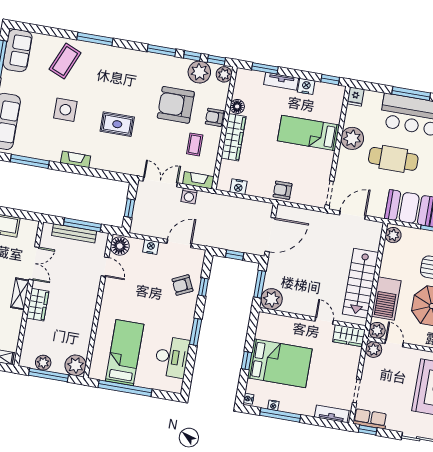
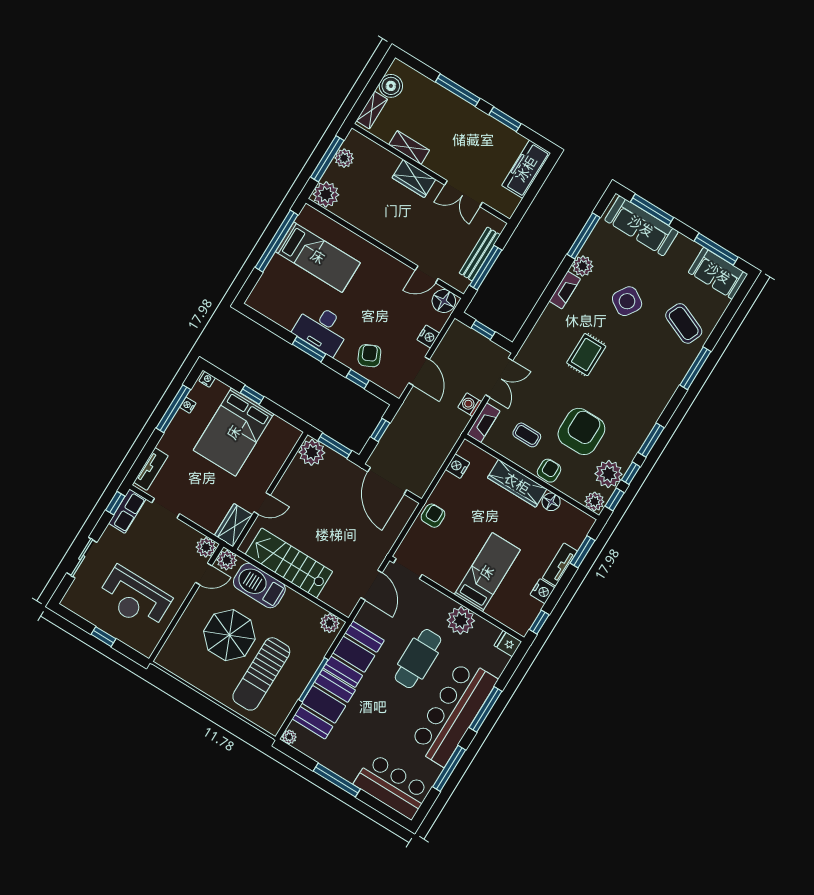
side table: (65, 110) -> (627, 301), turned 33
plant: (52, 153) -> (583, 266), added
shelving: (20, 294) -> (409, 147), moved
desk: (172, 357) -> (322, 329), moved

